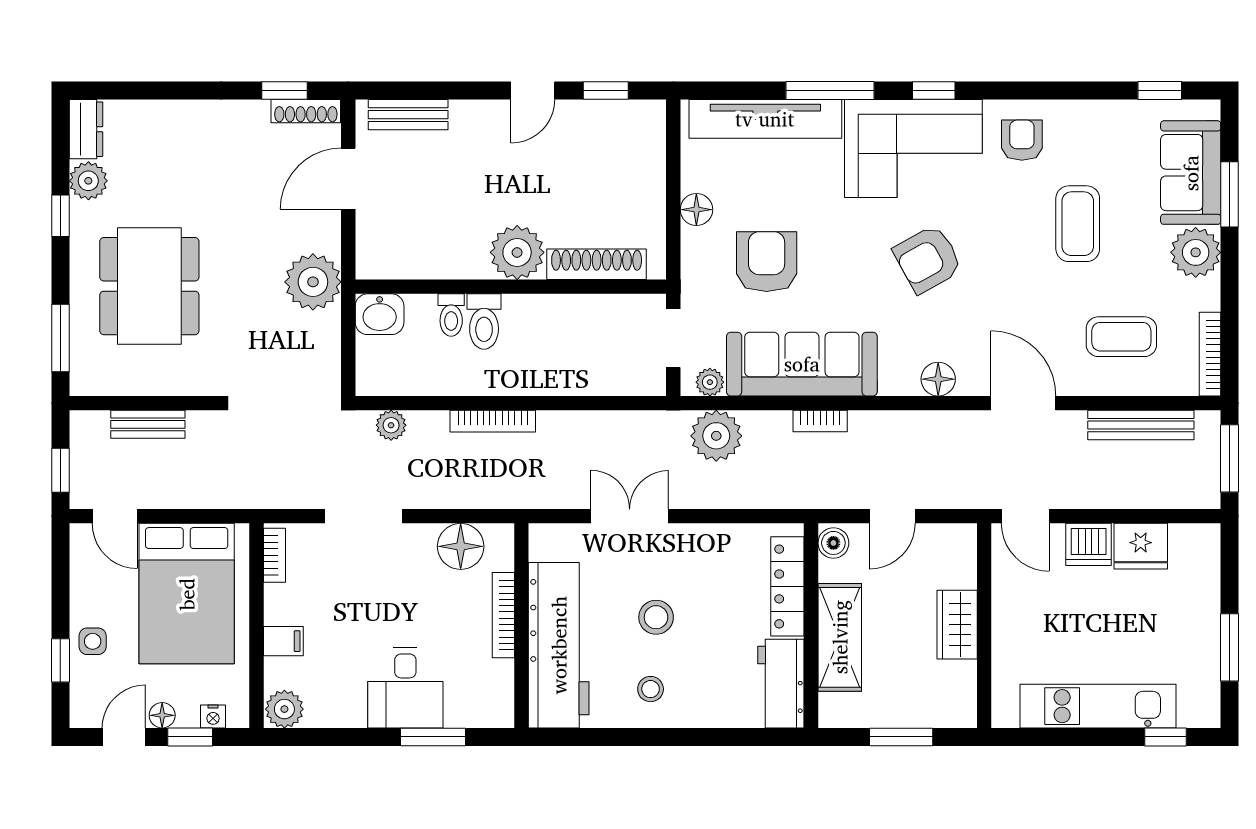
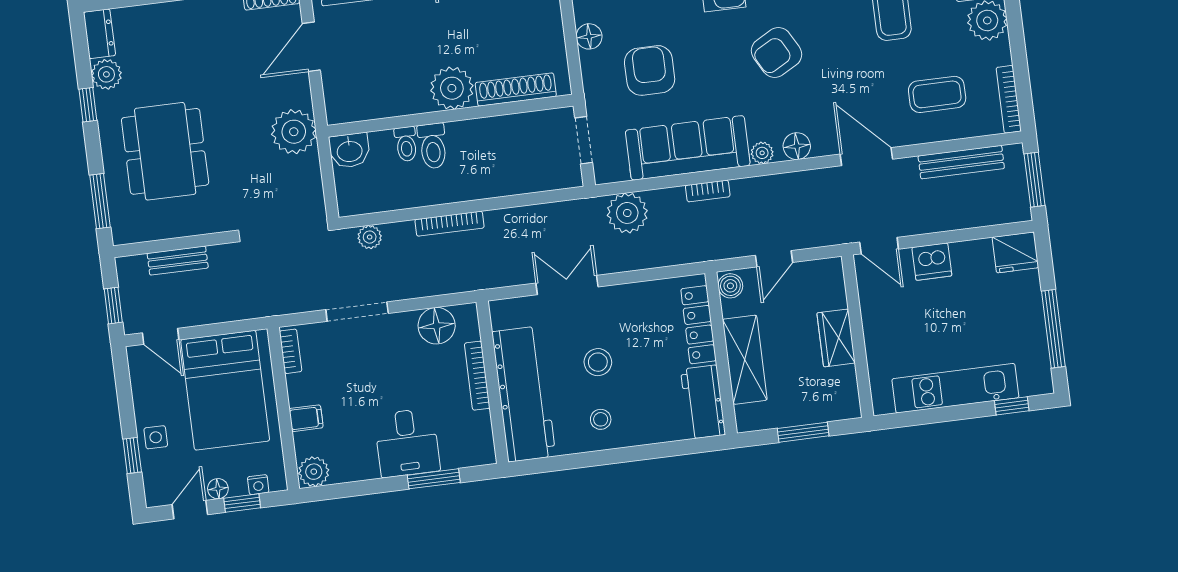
plant: (710, 382) -> (762, 153), moved
fridge: (1141, 546) -> (1015, 252), moved
window: (1230, 647) -> (1053, 329), width x1.44

